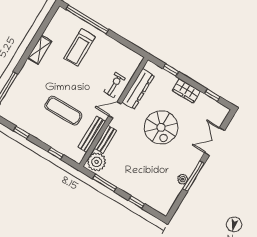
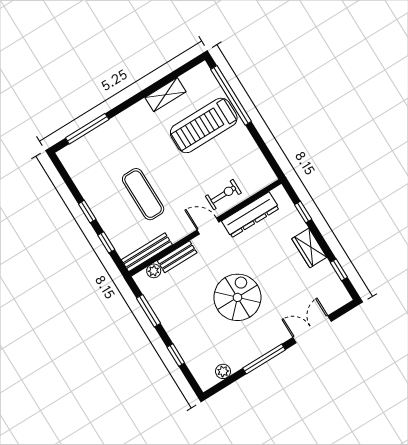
treadmill: (80, 47) -> (204, 125), width x1.37, depth x1.38
shelving: (40, 50) -> (166, 95), moved
spiral stairs: (161, 127) -> (237, 297), moved, turned 180
window: (21, 132) -> (87, 212), moved
bench: (92, 134) -> (147, 252), moved
plant: (97, 162) -> (154, 271), width x0.53, depth x0.53
plant: (183, 179) -> (223, 371), moved

